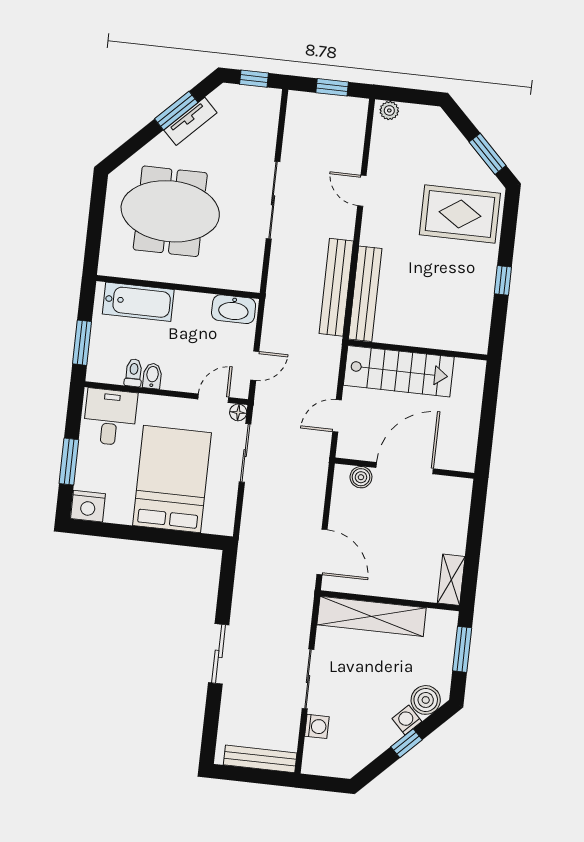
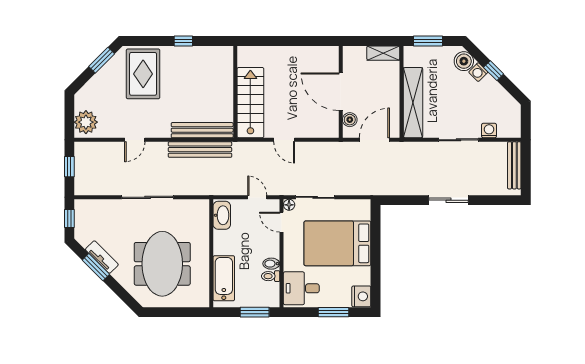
plant: (389, 110) -> (86, 122), width x1.88, depth x1.88
wall: (404, 468) -> (341, 92), moved
door: (405, 468) -> (341, 92), moved
boiler: (361, 477) -> (350, 120), moved

